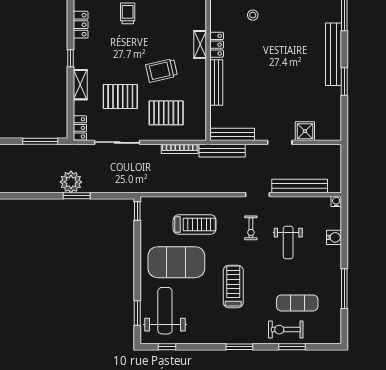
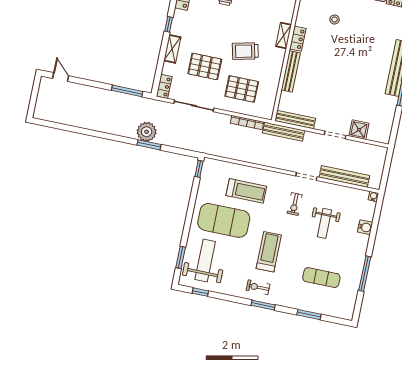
exercise bike: (286, 330) -> (258, 287), moved, width x0.73, depth x0.72

